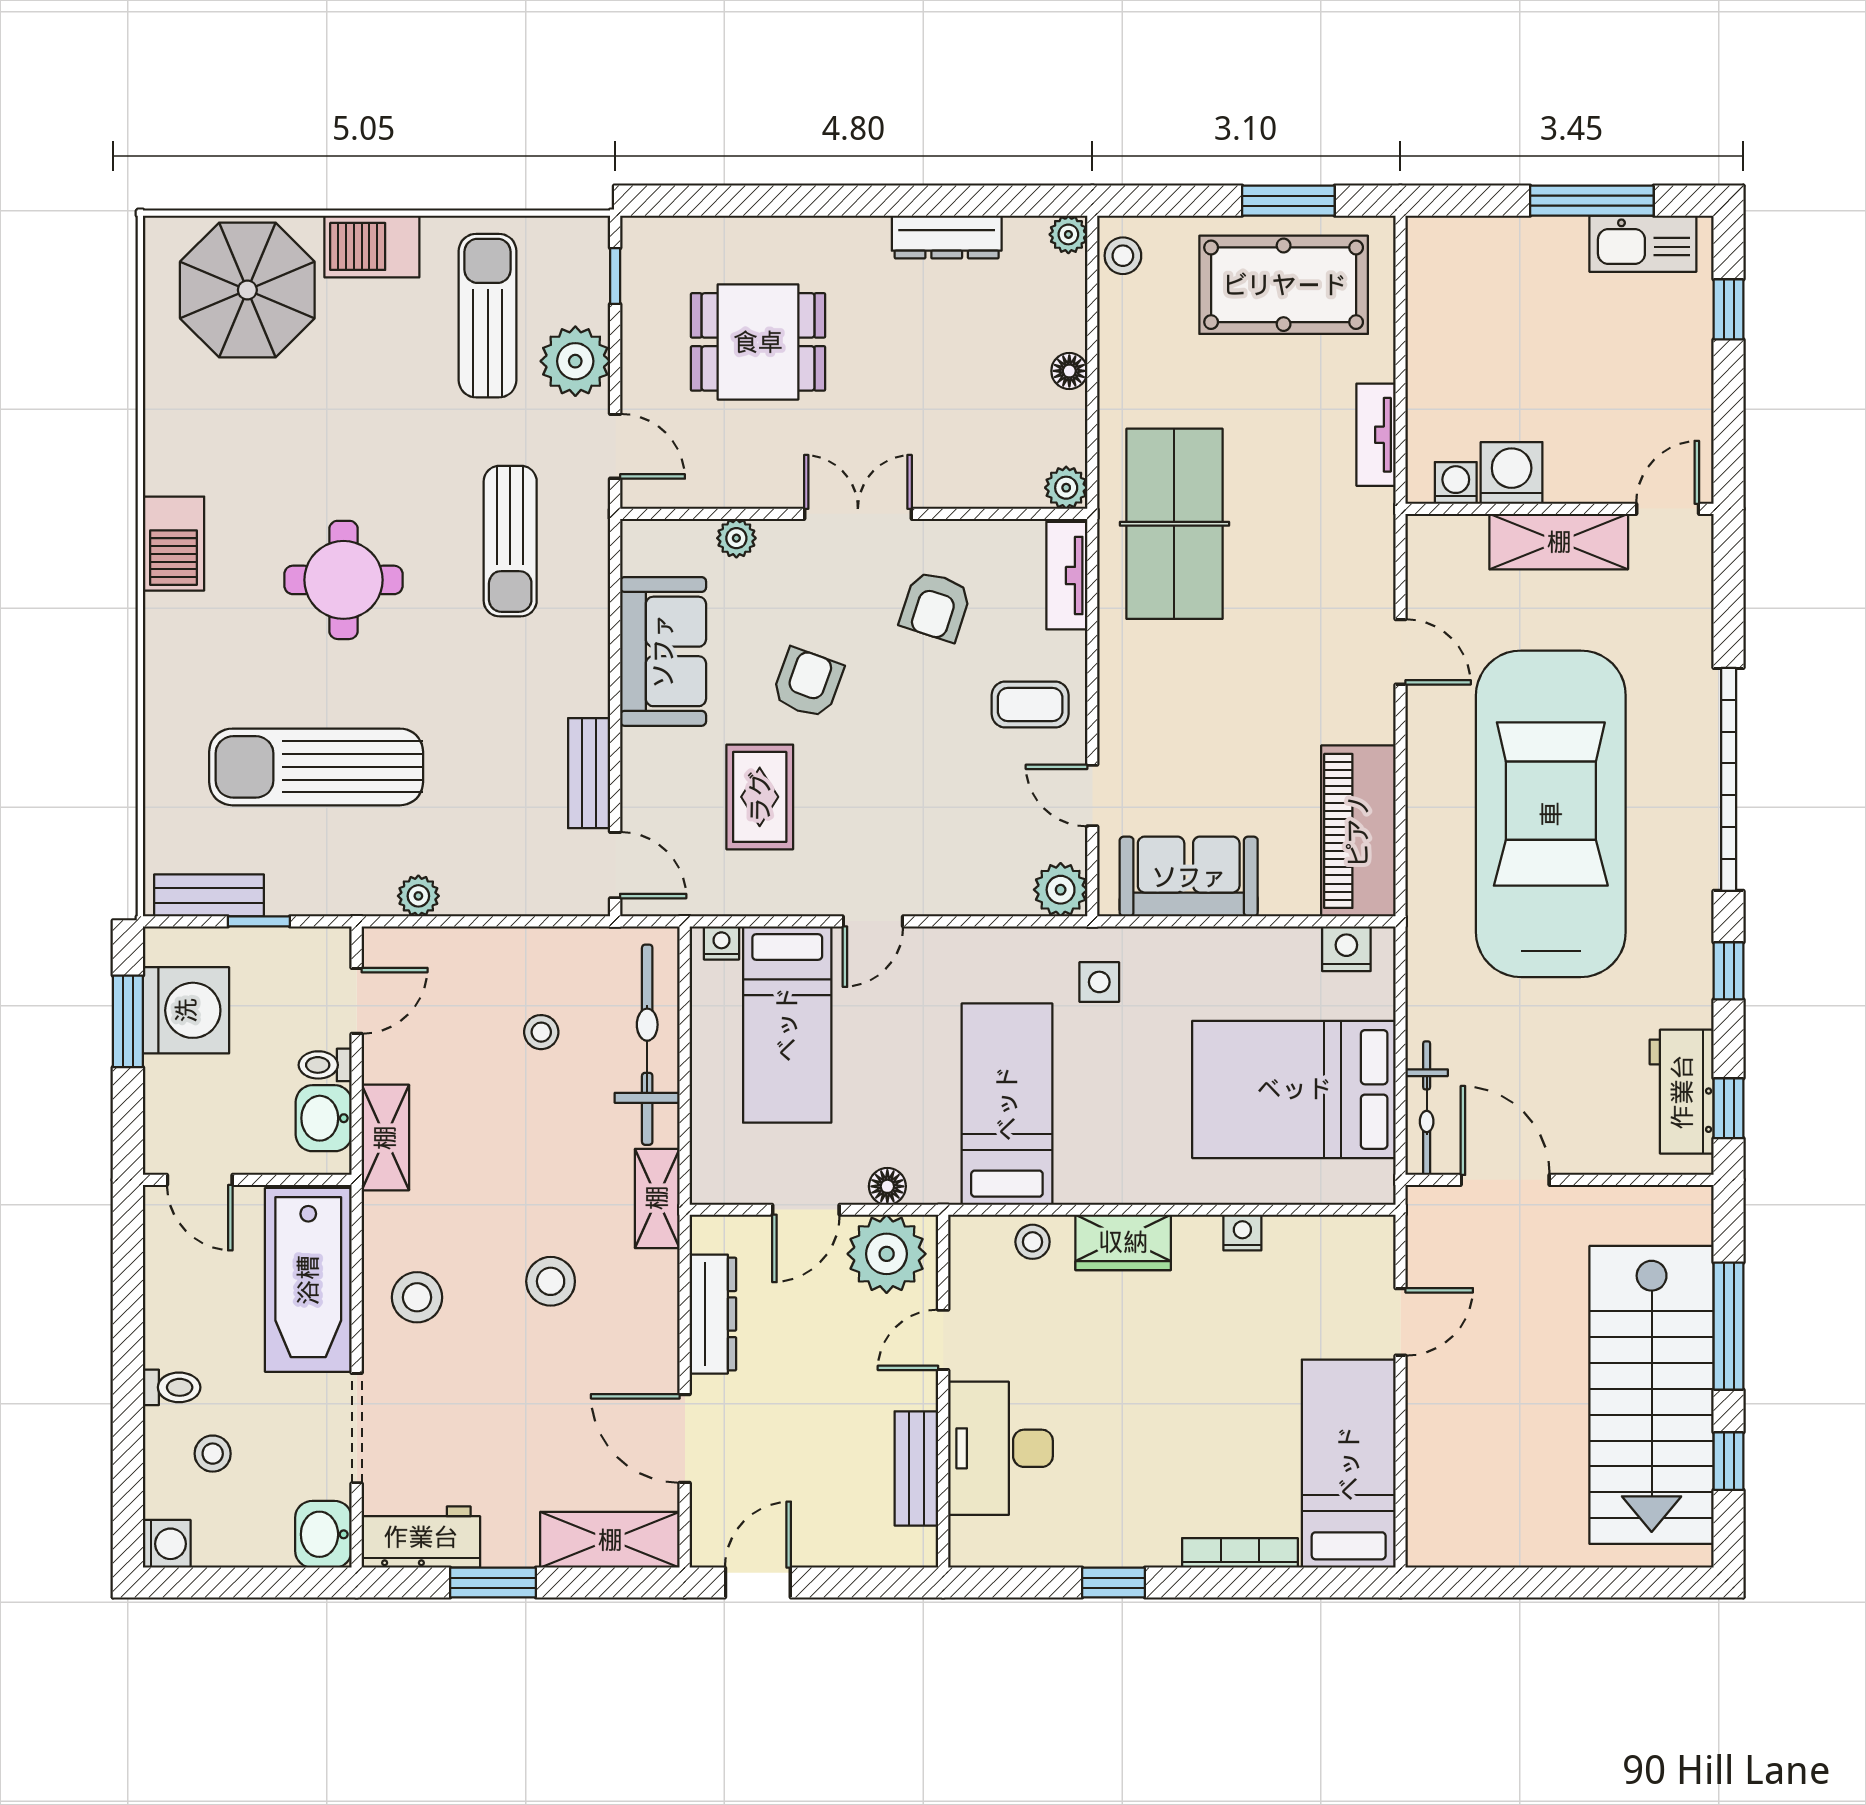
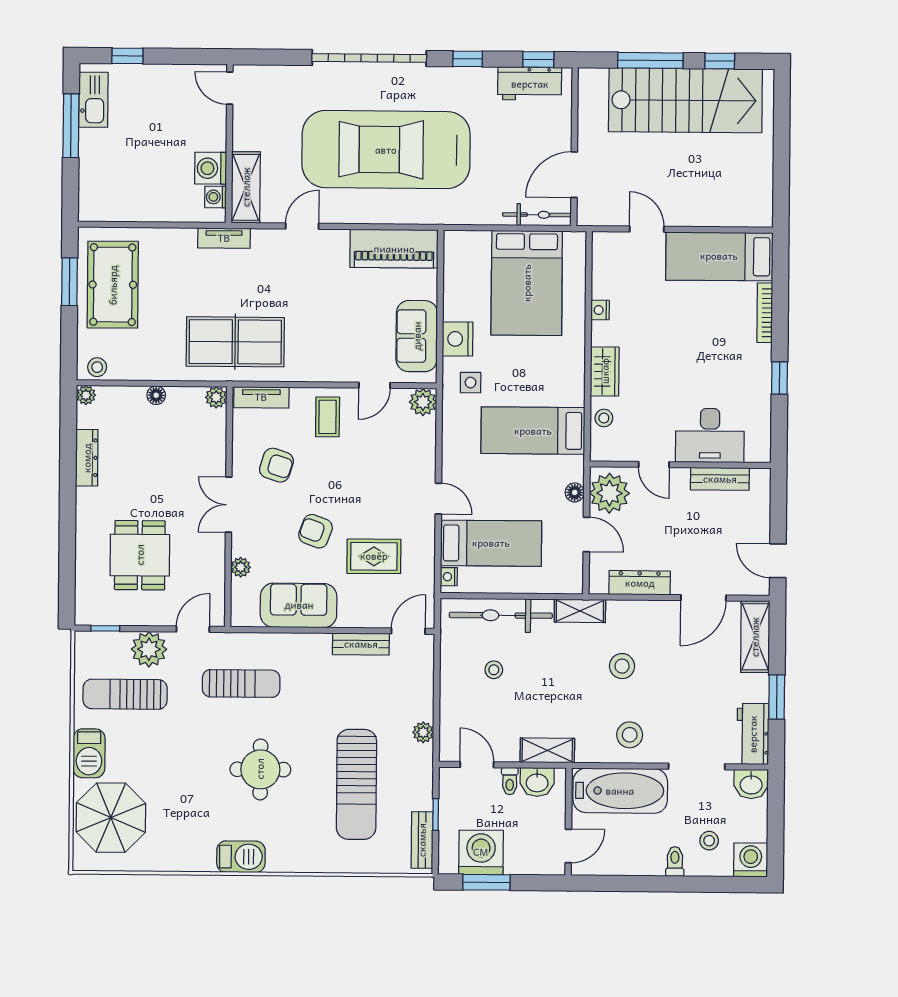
tv unit: (1376, 435) -> (224, 238), moved
shelving: (1559, 542) -> (246, 187), moved
nightstand: (1346, 949) -> (458, 339), moved, width x1.36, depth x1.33
washing machine: (167, 1544) -> (751, 860), width x1.38, depth x1.38

